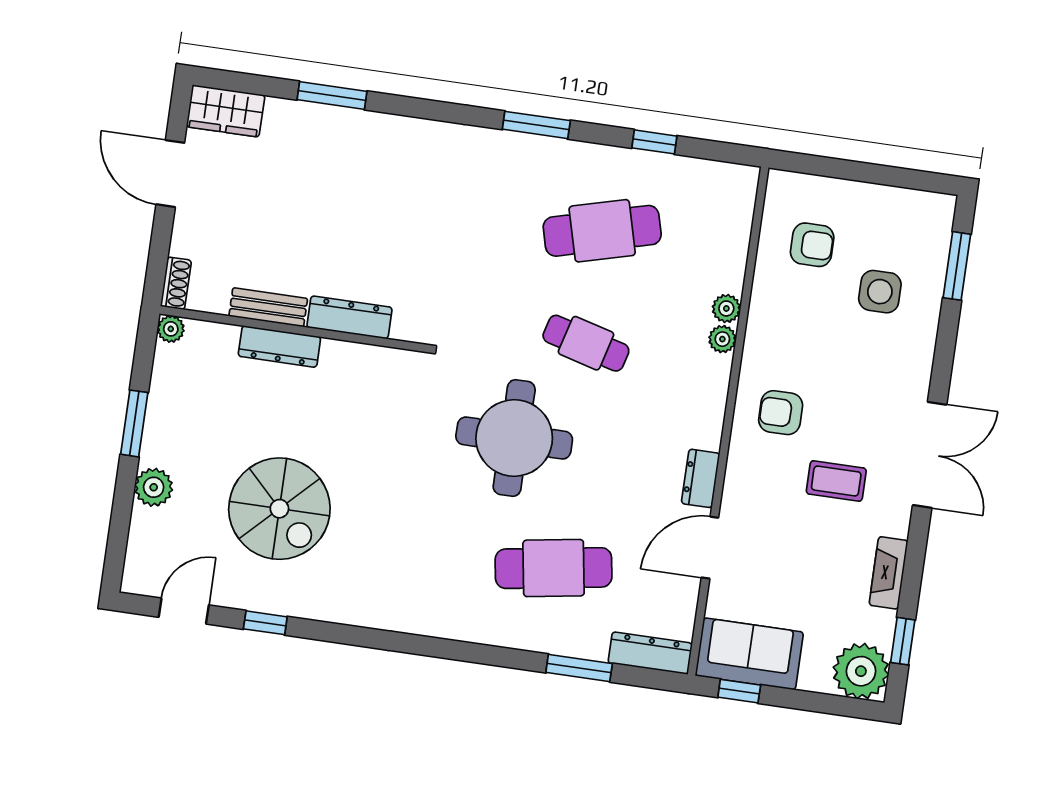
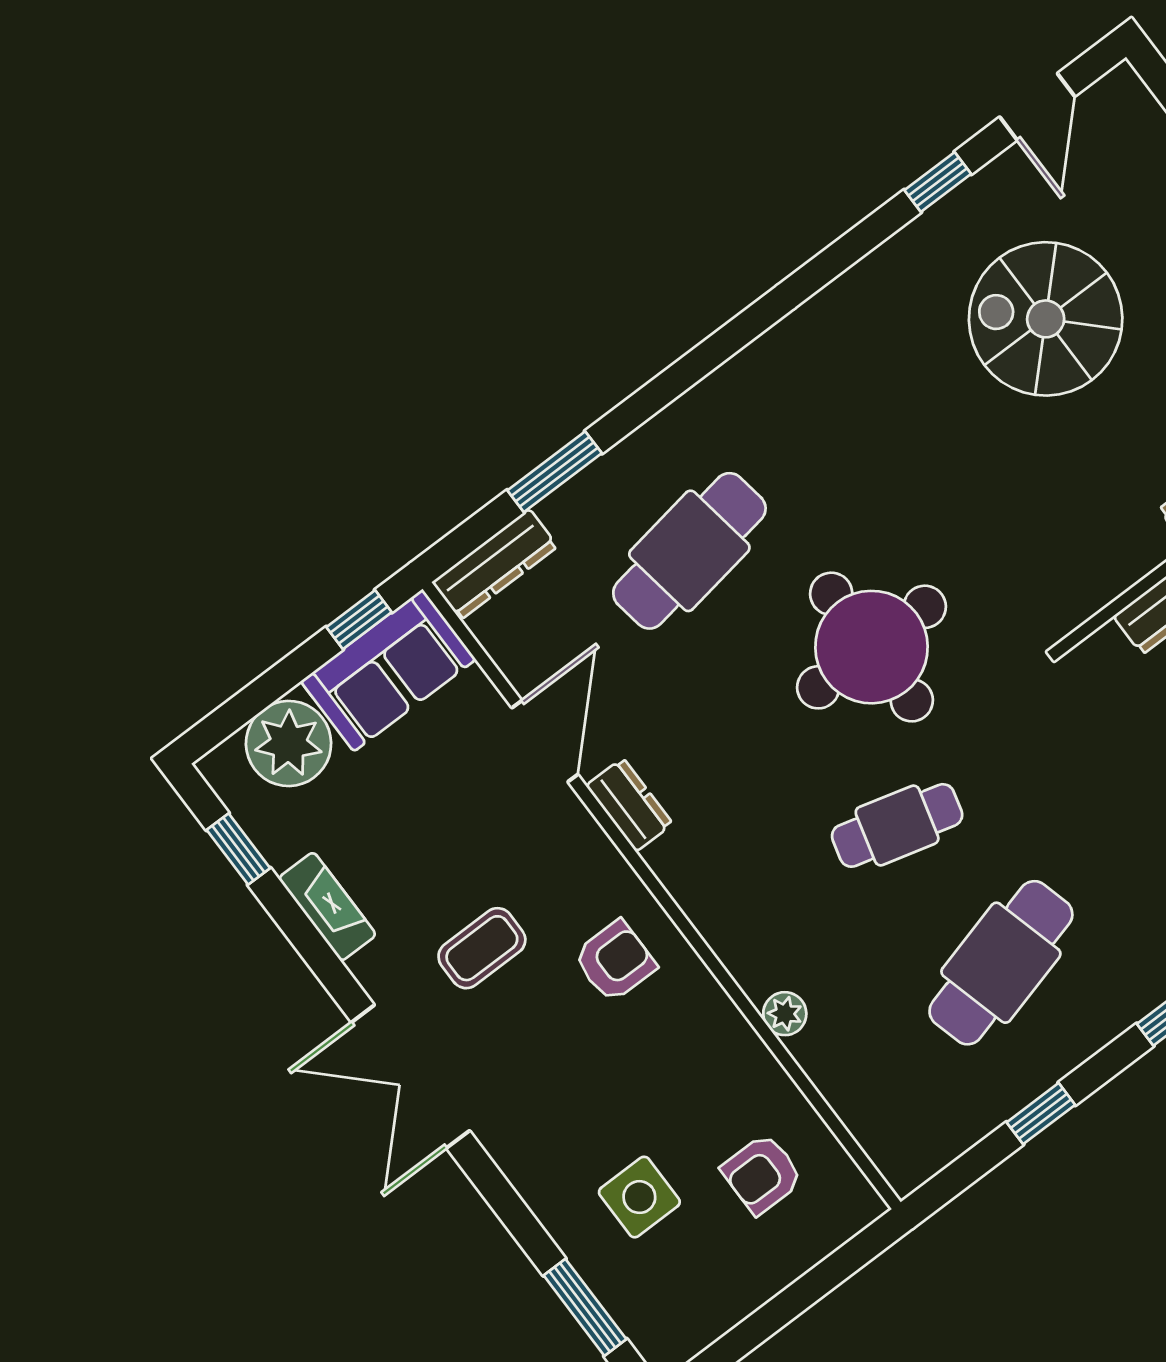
plant: (722, 339) -> (756, 977), removed
plant: (861, 671) -> (289, 743), moved

